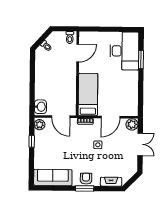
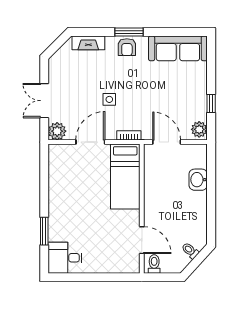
desk: (124, 51) -> (65, 258), width x0.53, depth x0.77
door: (78, 53) -> (142, 240), swing flipped
washbasin: (40, 107) -> (198, 180), moved

